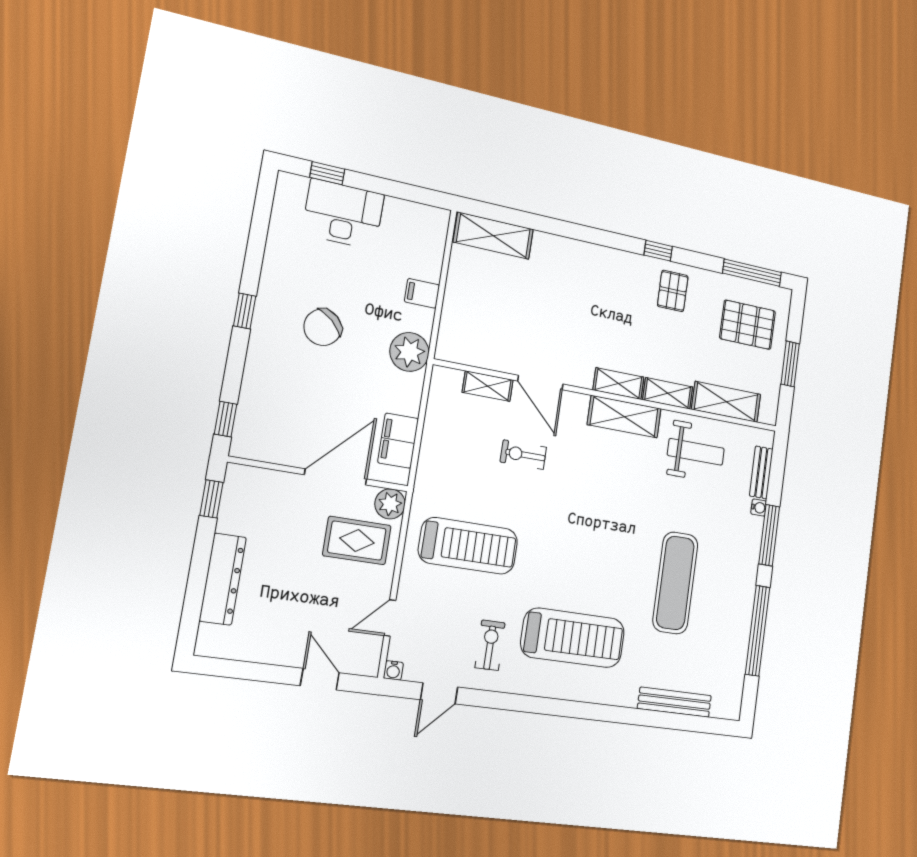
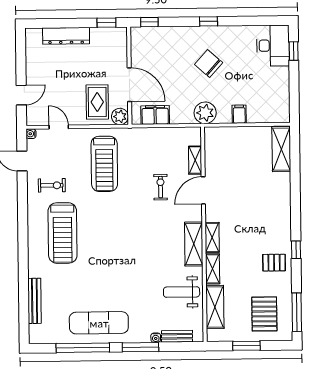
desk: (343, 214) -> (273, 46), moved
weight bench: (696, 452) -> (182, 292), turned 90
exercise mat: (675, 583) -> (99, 323), moved

